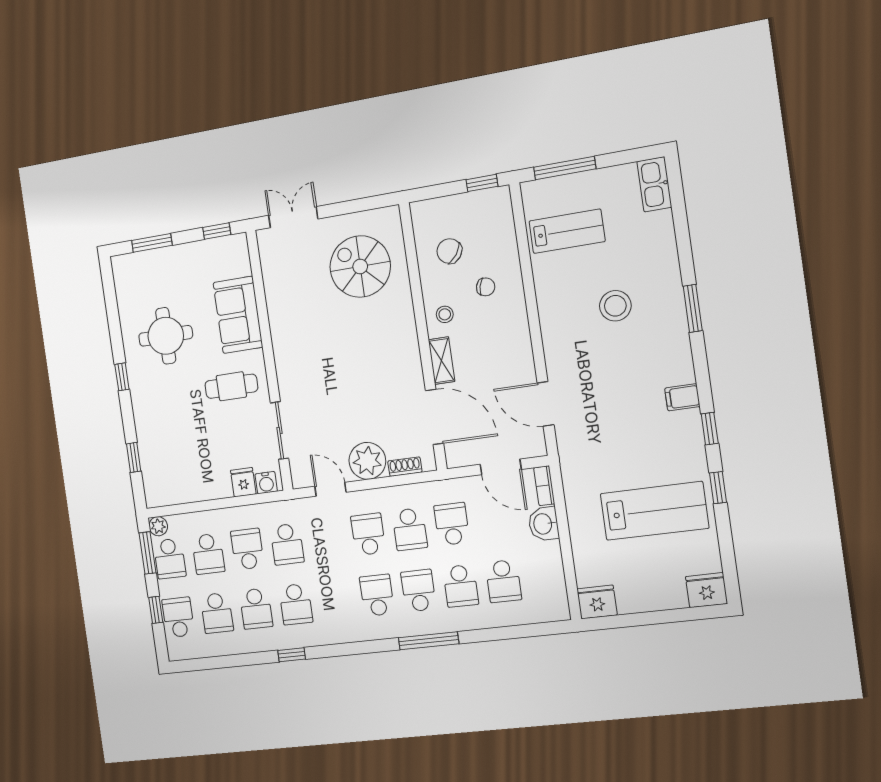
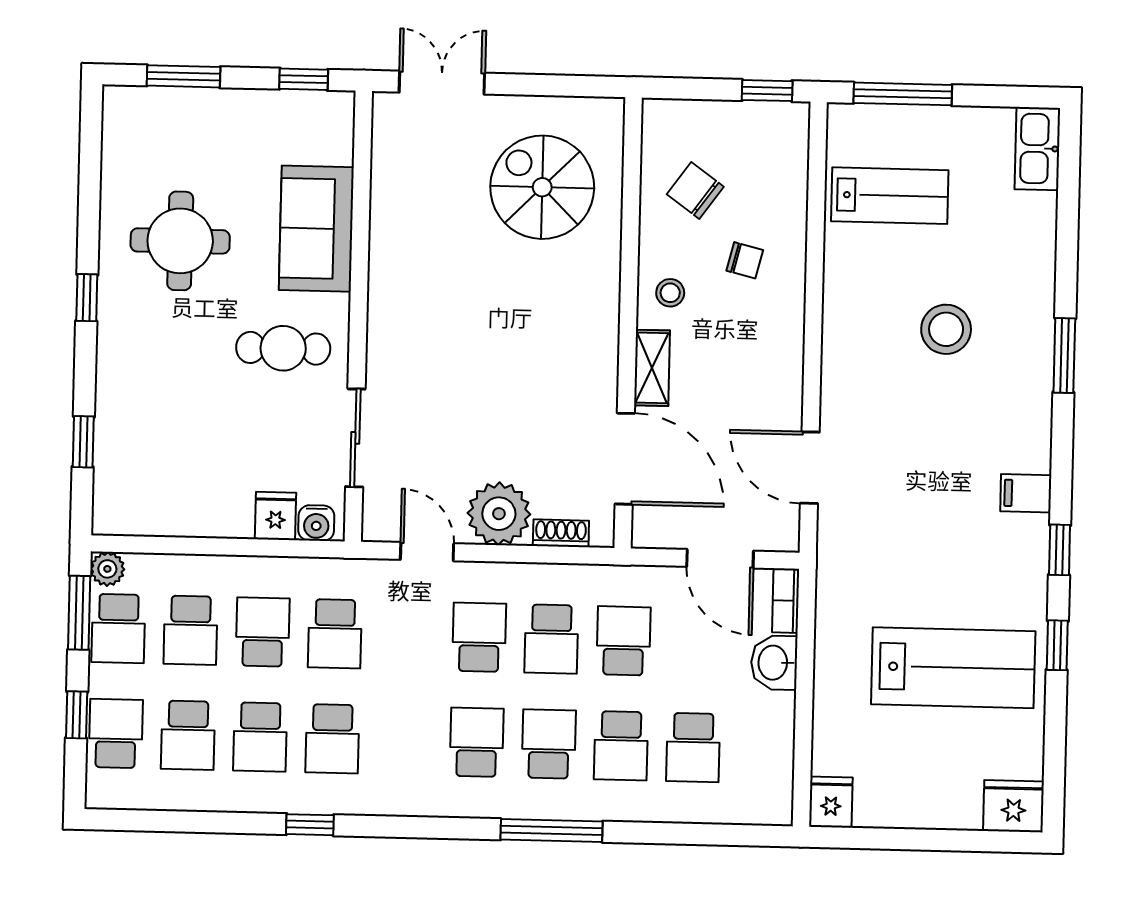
fridge: (597, 602) -> (831, 802), width x0.72

